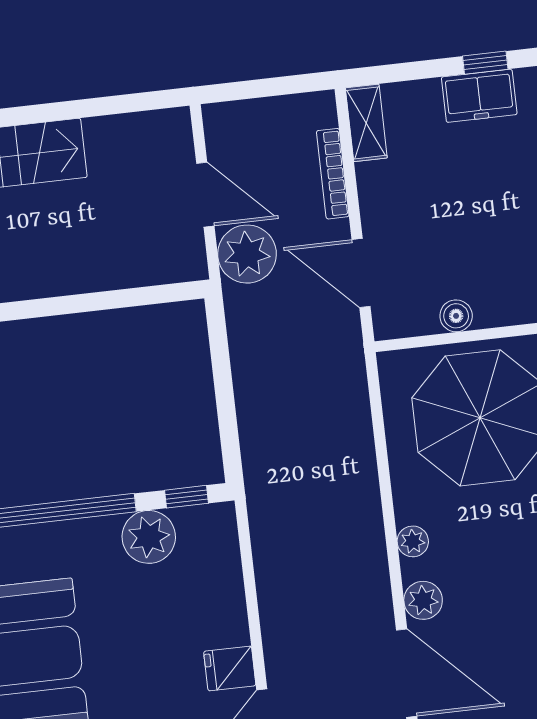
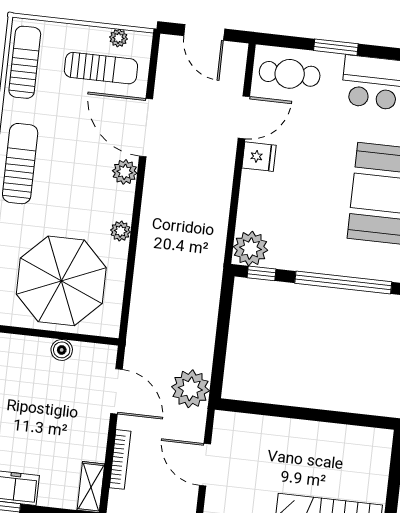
plant: (247, 254) -> (190, 389), moved
plant: (149, 537) -> (250, 248), moved
plant: (413, 541) -> (121, 231), moved

